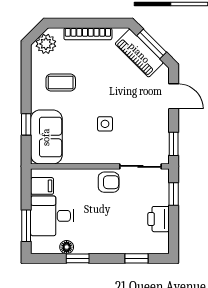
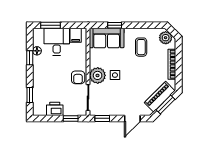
plant: (106, 151) -> (98, 75), added

